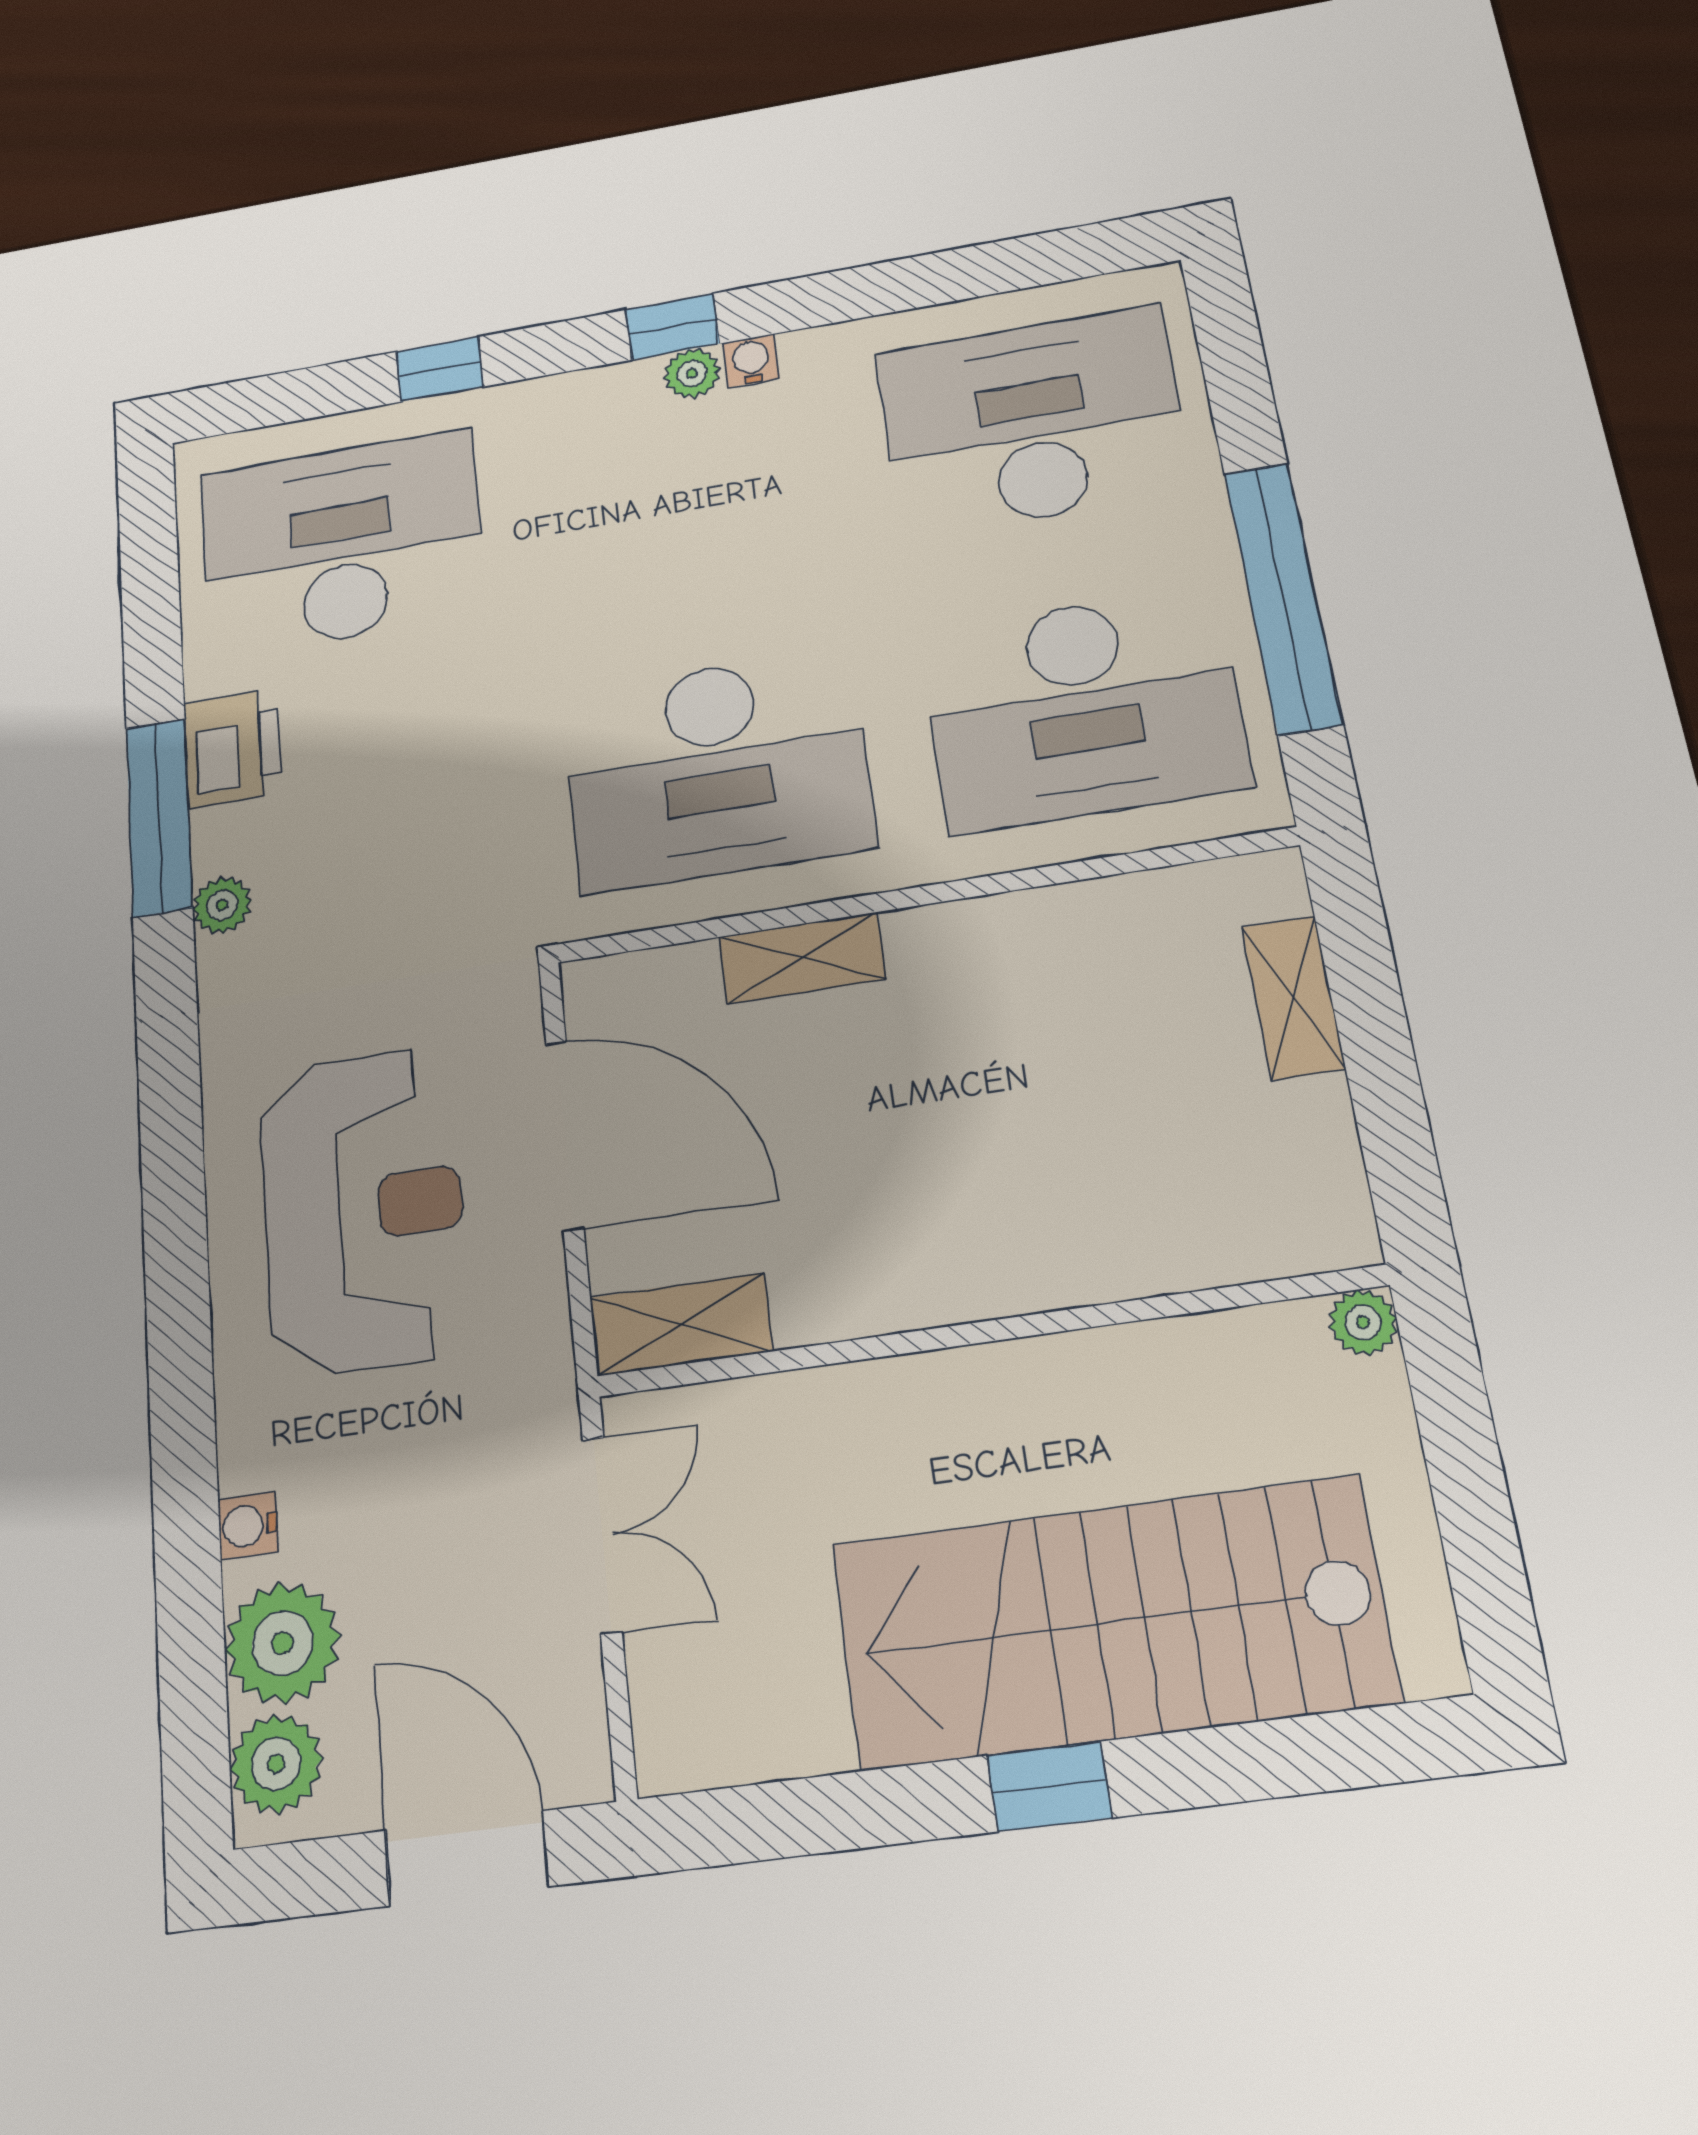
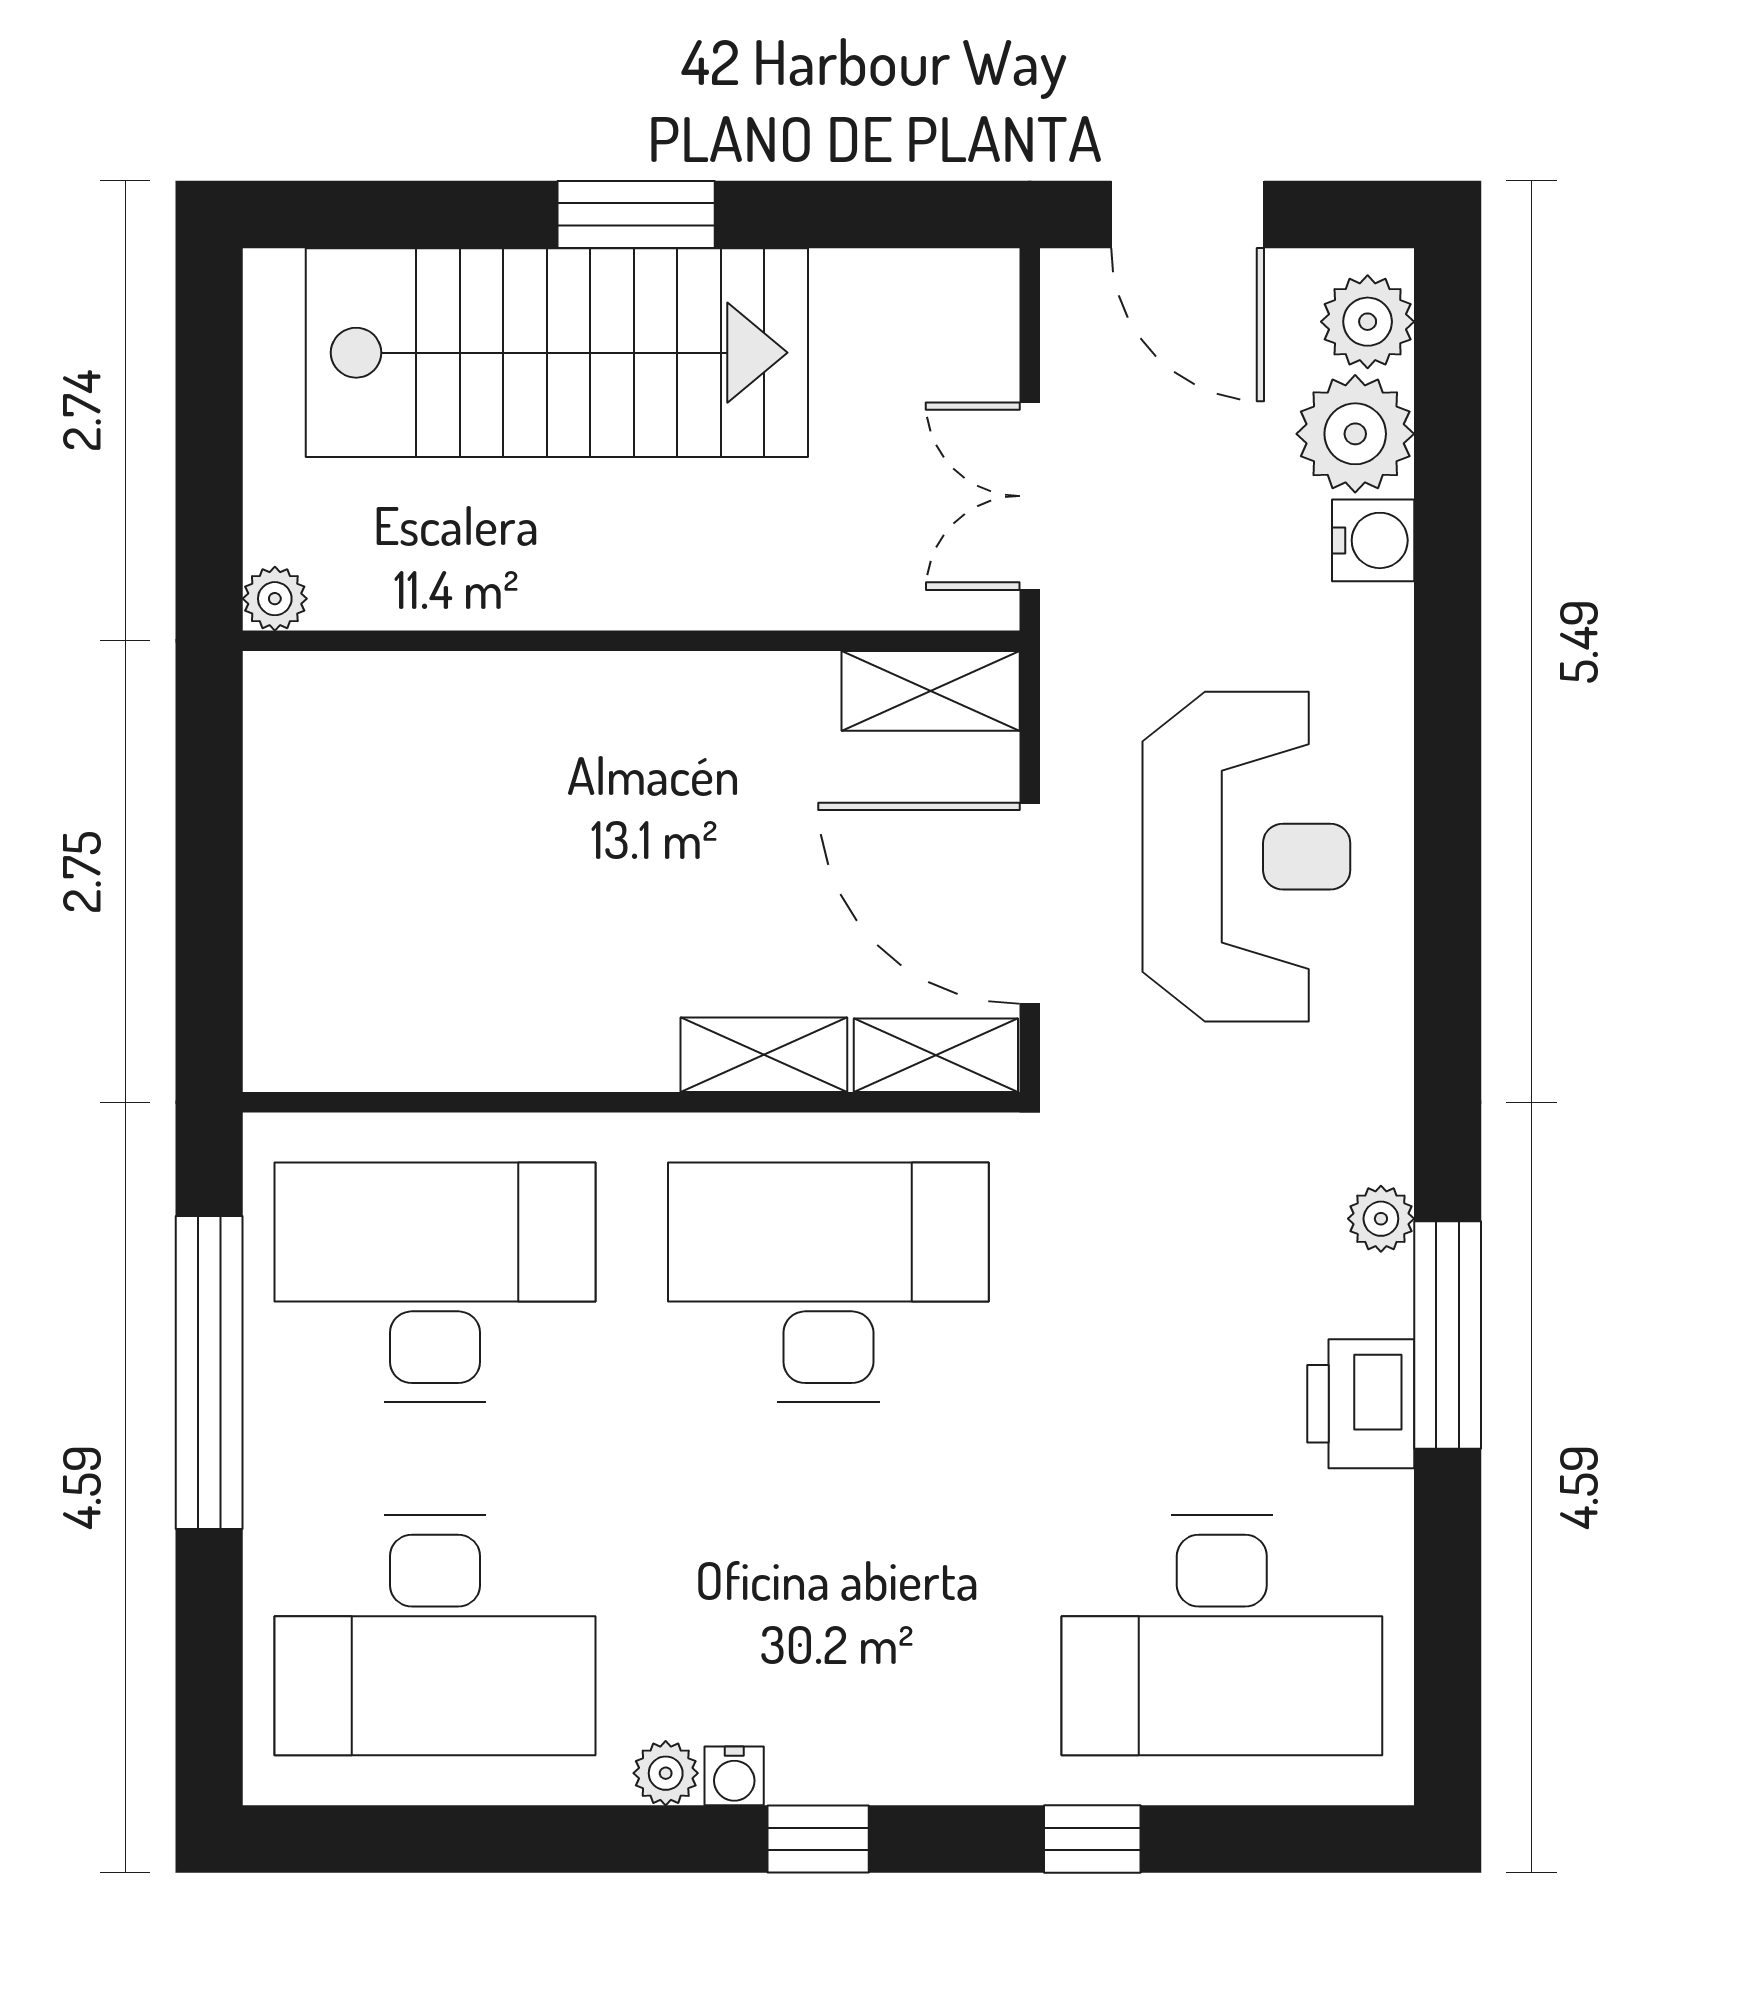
plant: (692, 373) -> (666, 1773), moved
shelving: (1293, 998) -> (936, 1055), moved, turned 90
reception desk: (363, 1210) -> (1246, 857), turned 180
water cooler: (248, 1526) -> (1373, 540), width x1.38, depth x1.38
window: (1049, 1786) -> (636, 215), width x1.50

